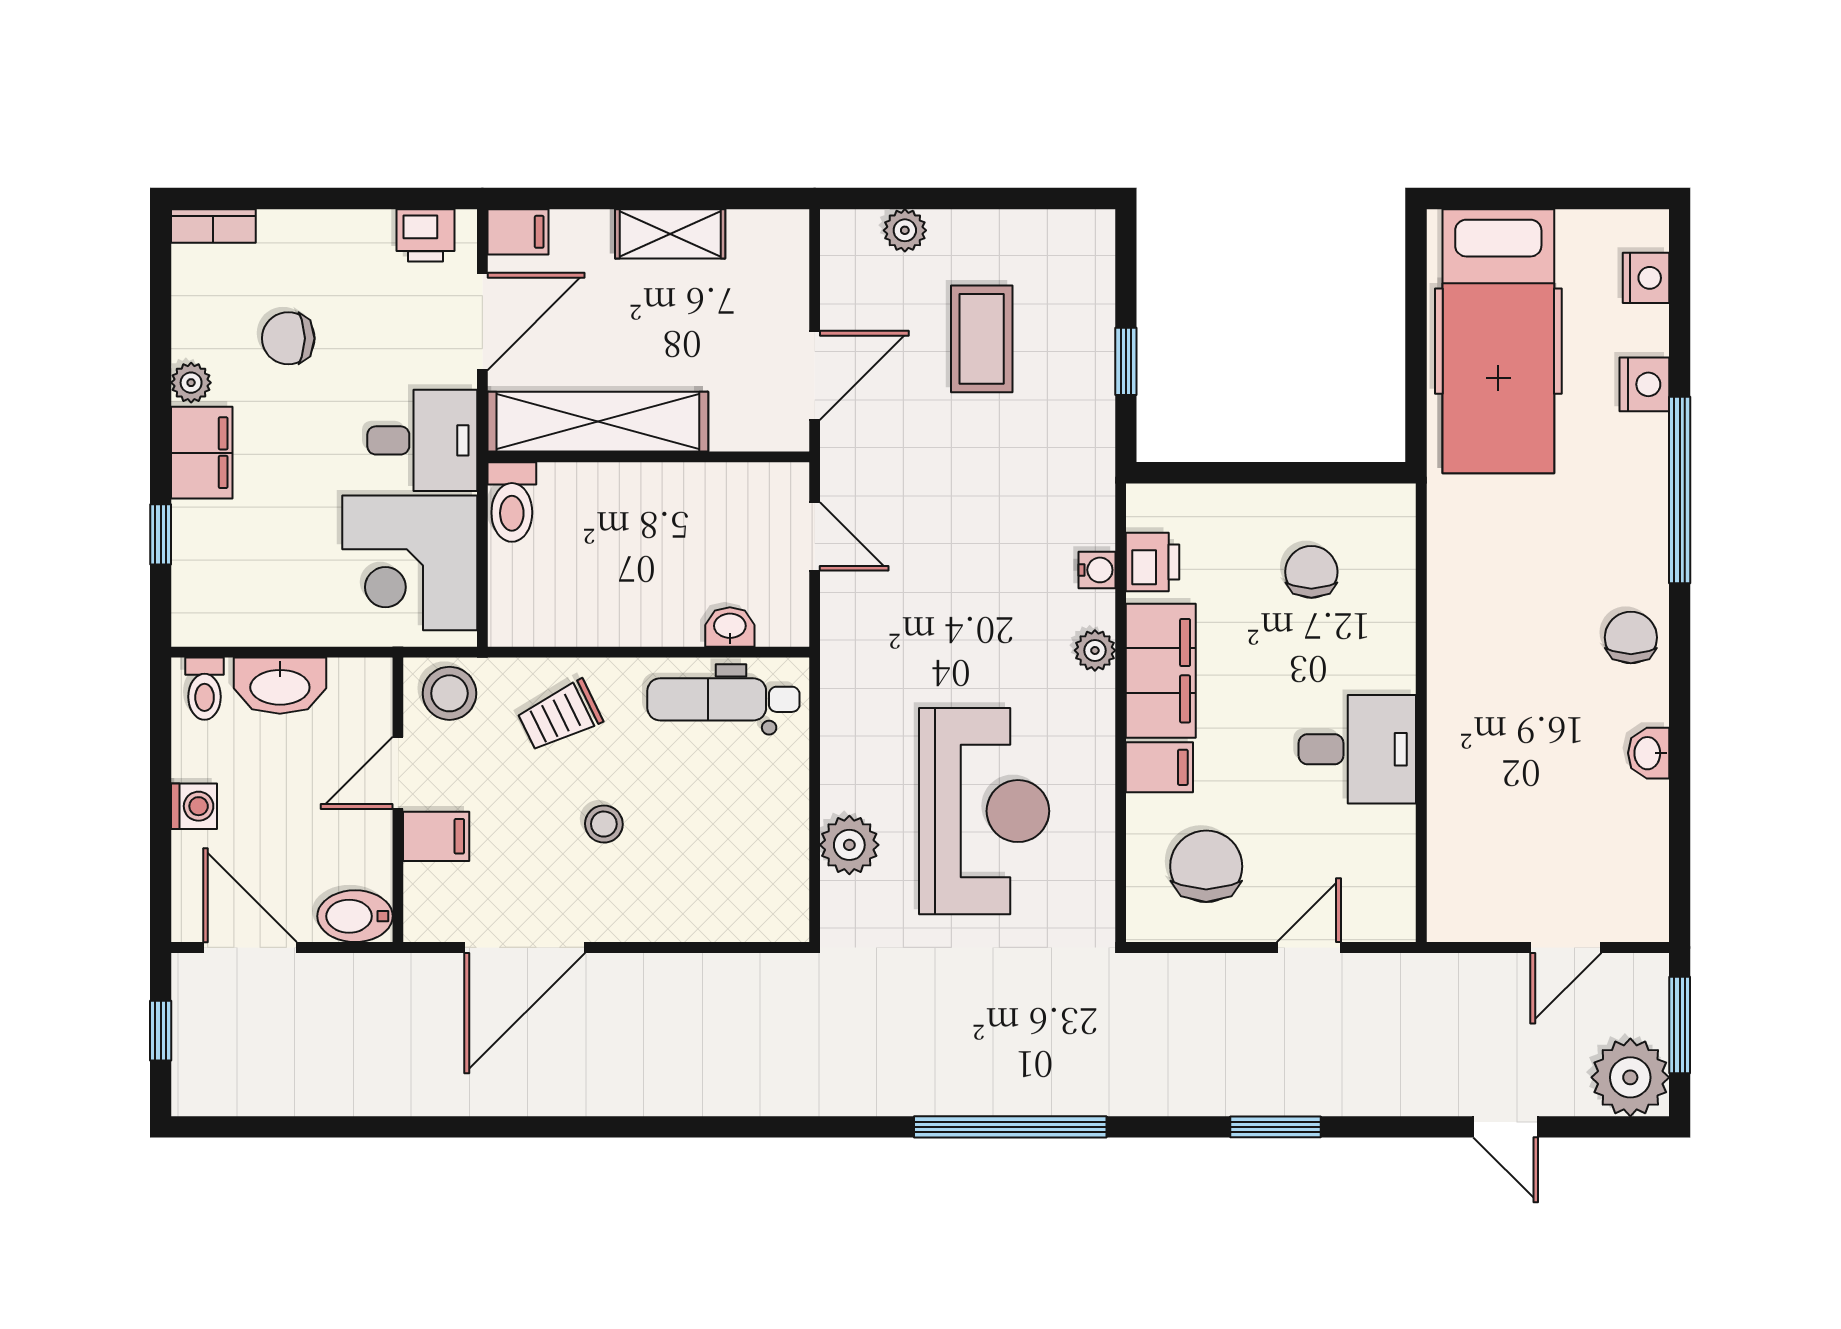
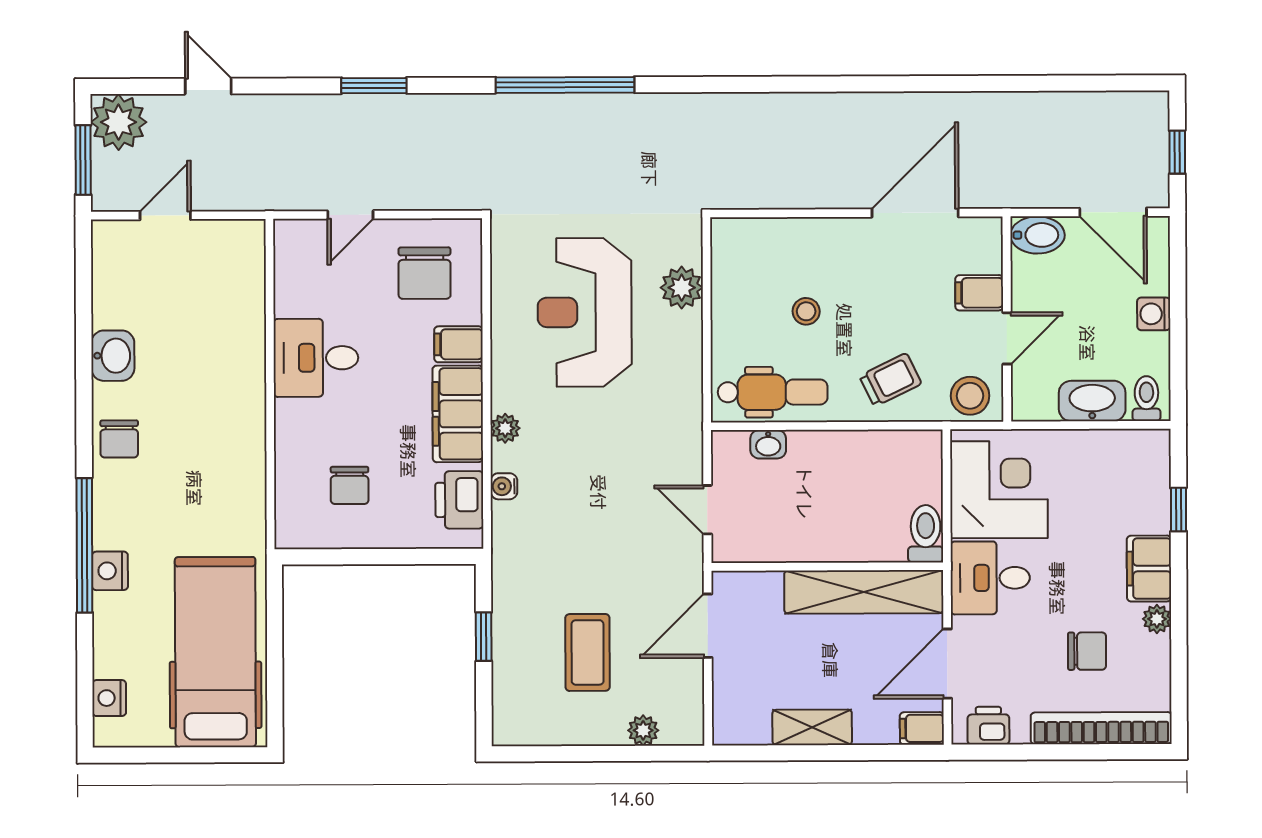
bookcase: (213, 226) -> (1101, 728), width x2.31, depth x1.31
nightstand: (1644, 384) -> (110, 571), moved
printer: (1153, 562) -> (459, 500), width x1.36, depth x1.24
washbasin: (1649, 753) -> (113, 356), width x1.38, depth x1.45
stool: (604, 824) -> (806, 311), moved

